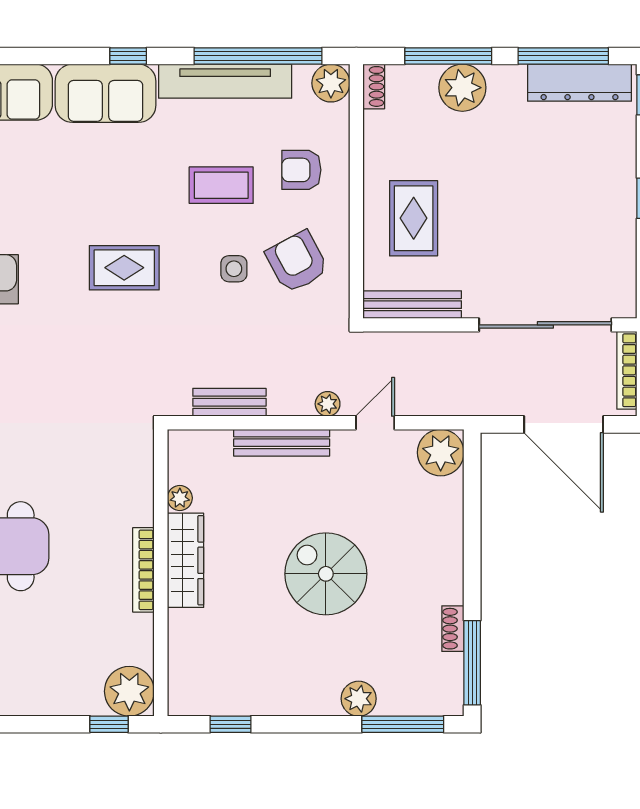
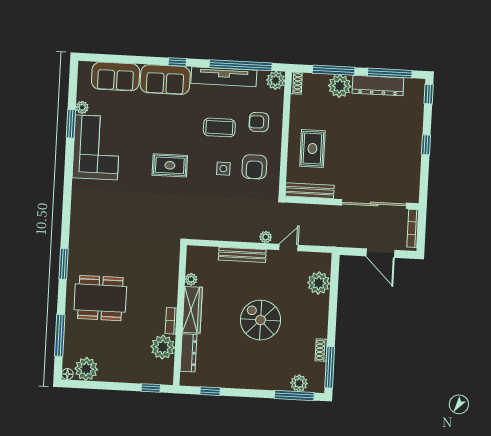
dresser: (579, 83) -> (378, 86), moved
armchair: (297, 262) -> (254, 167), turned -152
bench: (229, 402) -> (218, 234), removed
door: (564, 424) -> (380, 253), width x0.73
plant: (441, 453) -> (319, 283), moved
bookcase: (143, 570) -> (171, 321), width x0.64
dresser: (182, 649) -> (188, 353), added
plant: (129, 691) -> (163, 347), moved
plant: (359, 699) -> (299, 383), moved

